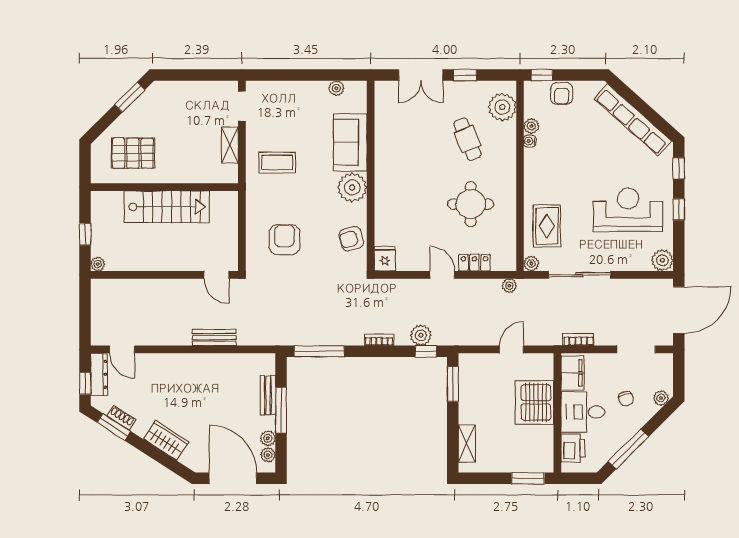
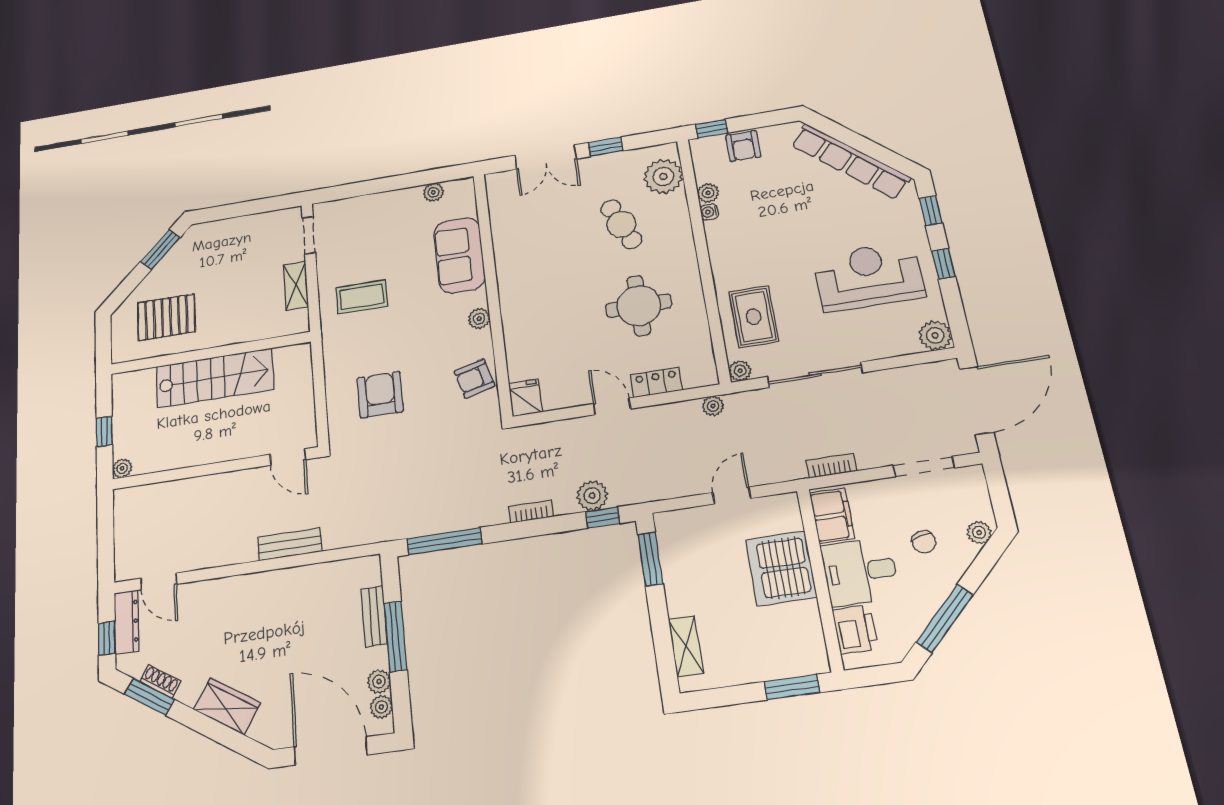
plant: (352, 187) -> (479, 319), width x0.53, depth x0.53

